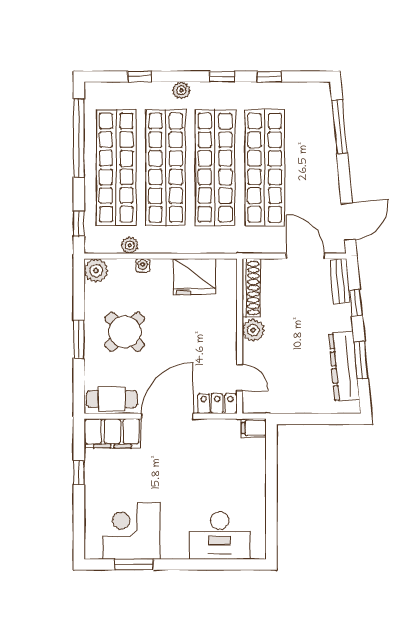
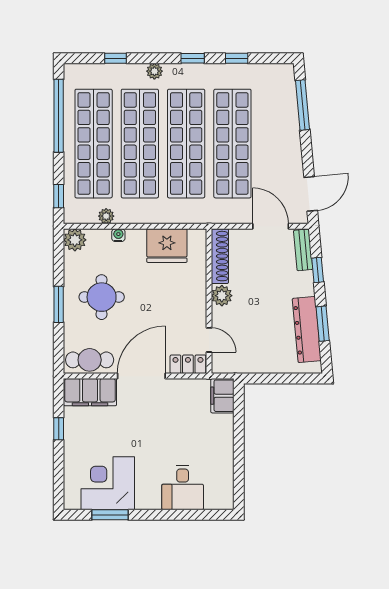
round table: (125, 332) -> (102, 297), turned 45
filing cabinet: (254, 428) -> (222, 396), width x2.00
desk: (220, 535) -> (183, 488), width x0.73

